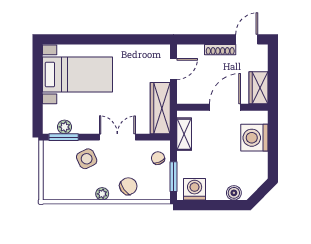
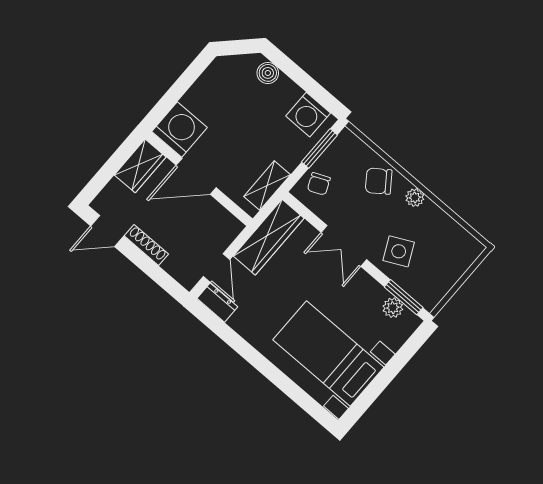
dresser: (158, 51) -> (217, 303), added
door: (174, 69) -> (217, 268), swing flipped
washing machine: (254, 138) -> (179, 130), moved, turned -90

